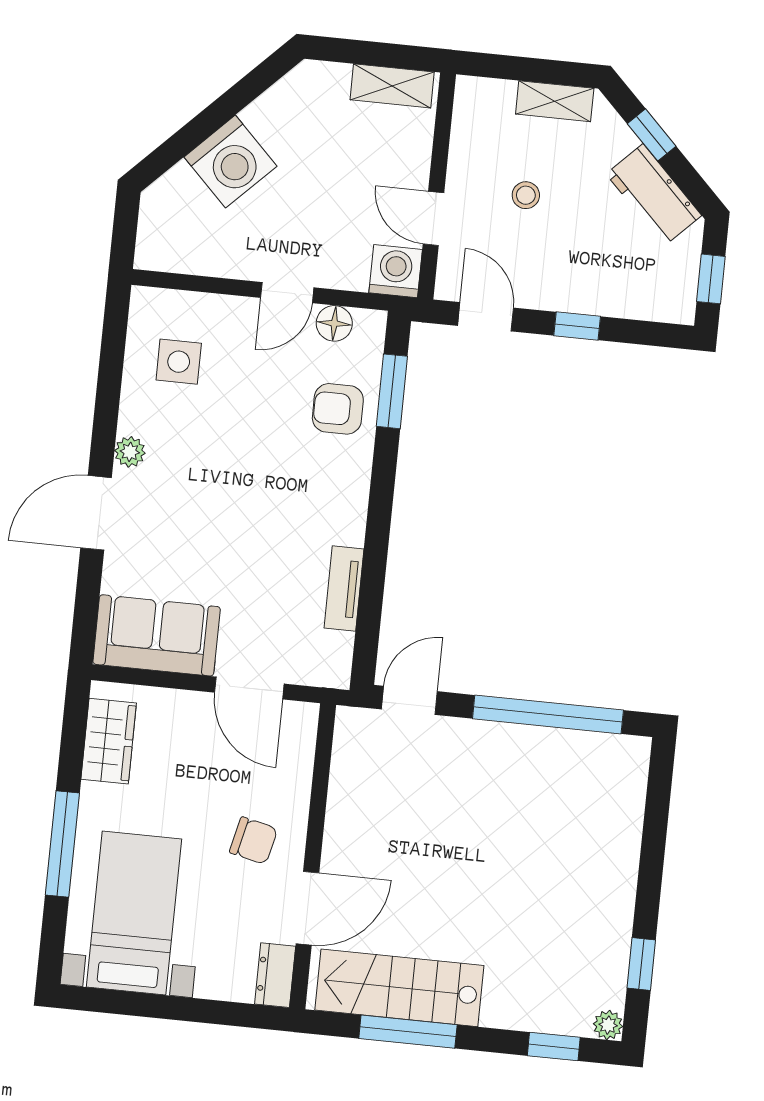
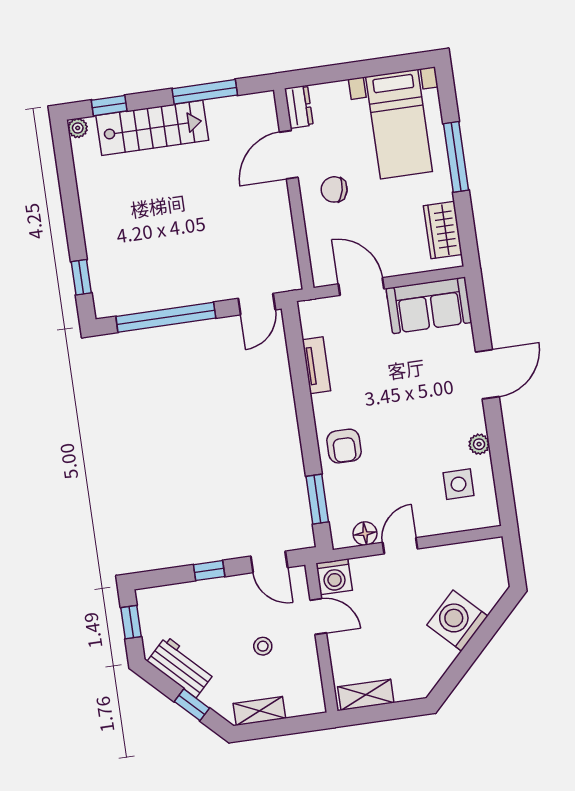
armchair: (338, 409) -> (344, 446), moved, turned 90
plant: (130, 452) -> (479, 444), moved
window: (641, 964) -> (81, 277), moved
stairs: (399, 988) -> (152, 128), moved

